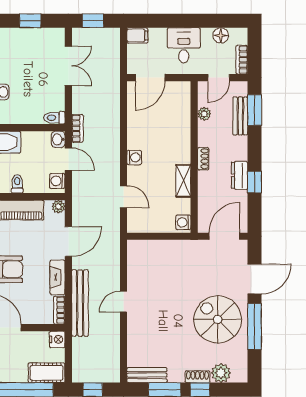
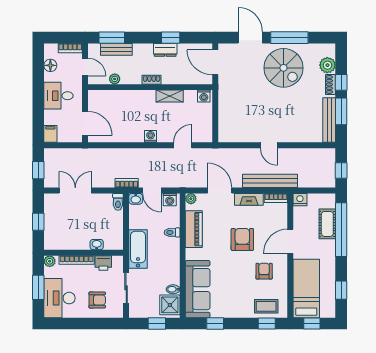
door: (68, 159) -> (152, 190), swing flipped
spiral stairs: (218, 319) -> (283, 68), turned -90
cot: (47, 373) -> (327, 224), moved
bench: (147, 375) -> (329, 120), width x1.36

